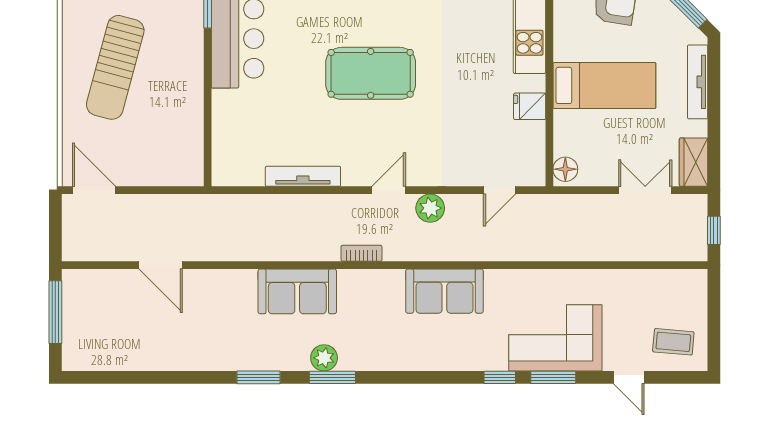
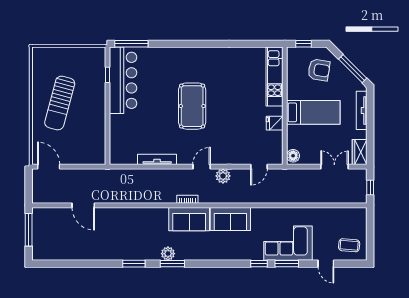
pool table: (371, 73) -> (192, 106), turned 90
sofa: (297, 291) -> (189, 219), moved

